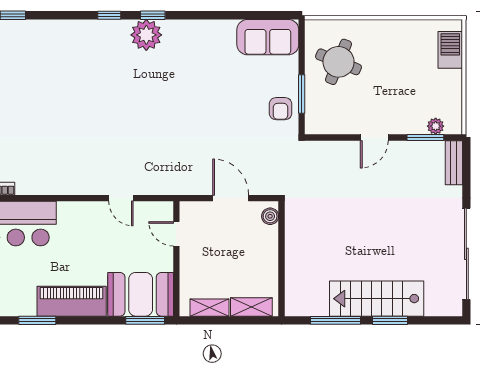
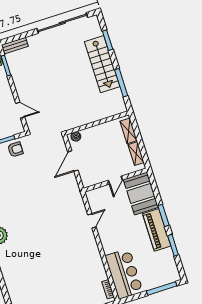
door: (374, 137) -> (20, 110), moved
door: (176, 234) -> (115, 180), moved
window: (145, 320) -> (164, 215), moved
window: (390, 320) -> (108, 40), moved

